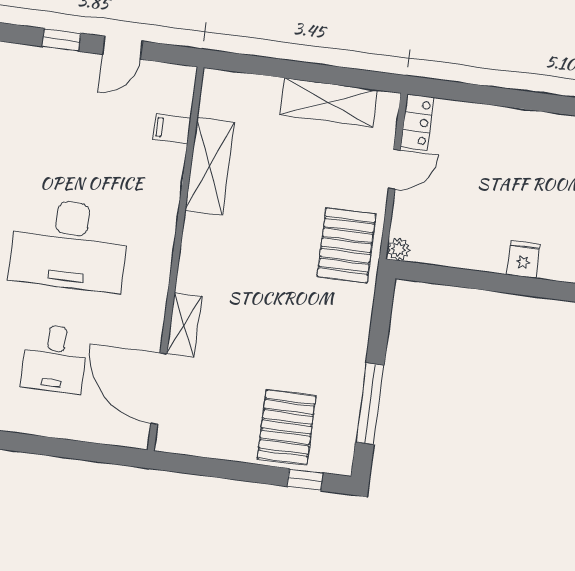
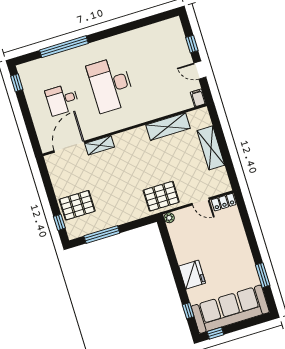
shelving: (329, 102) -> (211, 148), moved
filing cabinet: (172, 129) -> (198, 98), moved
fridge: (523, 259) -> (192, 275), width x1.88, depth x1.34

